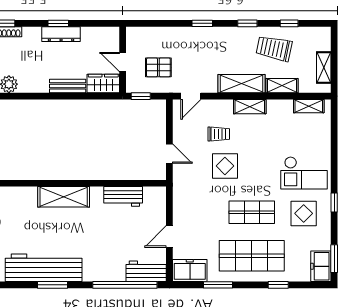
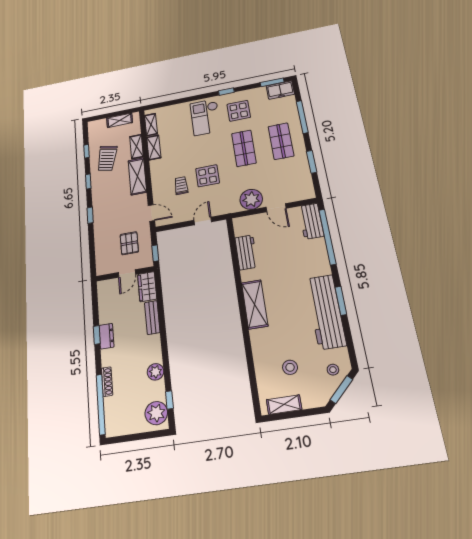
dresser: (61, 34) -> (106, 336), width x0.70
shelving: (250, 107) -> (154, 147), moved
checkout: (304, 173) -> (205, 117), turned 180
plant: (185, 211) -> (251, 199), added
shop shelf: (252, 256) -> (281, 141), width x0.70, depth x0.74
freezer: (190, 271) -> (303, 186), removed
window: (278, 285) -> (302, 117), width x2.17

